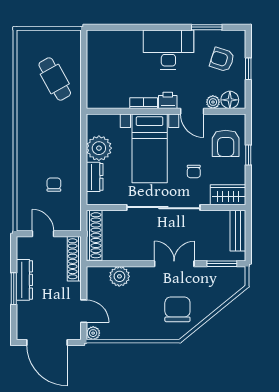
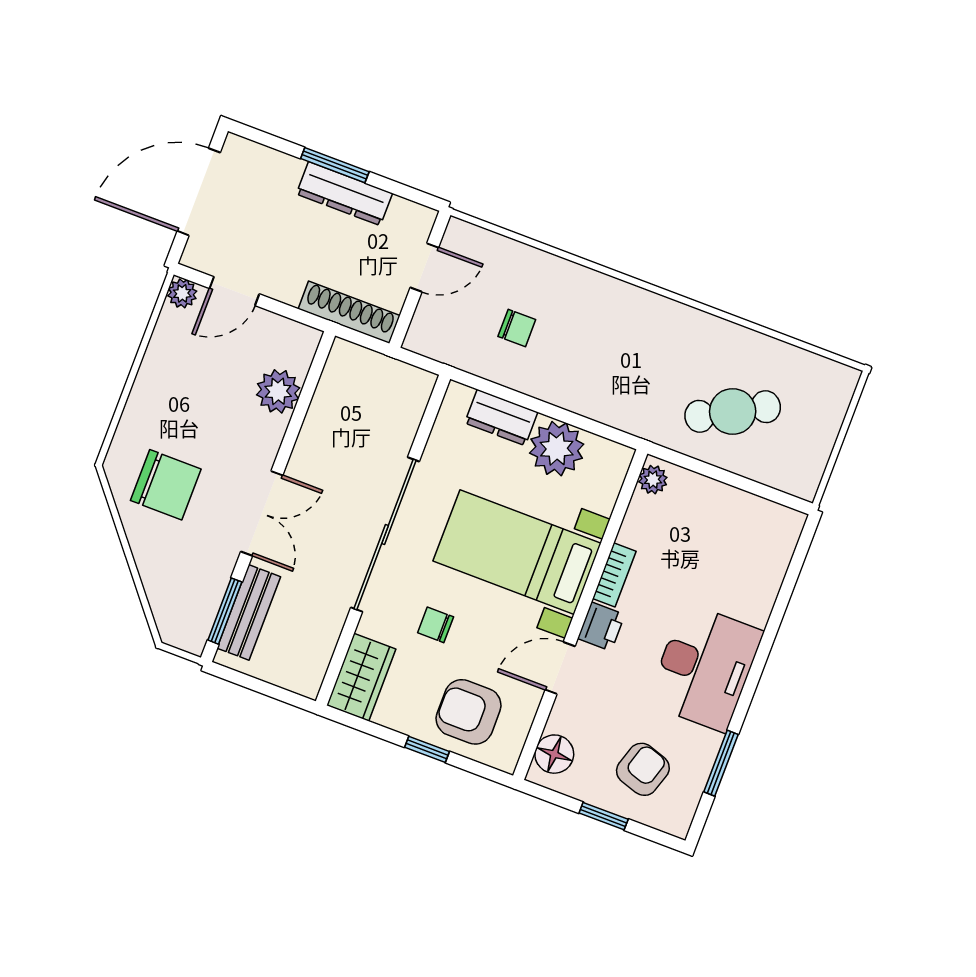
plant: (213, 102) -> (653, 480), moved
bench: (238, 231) -> (249, 612), moved, turned 90
shoe rack: (94, 235) -> (382, 371), removed

